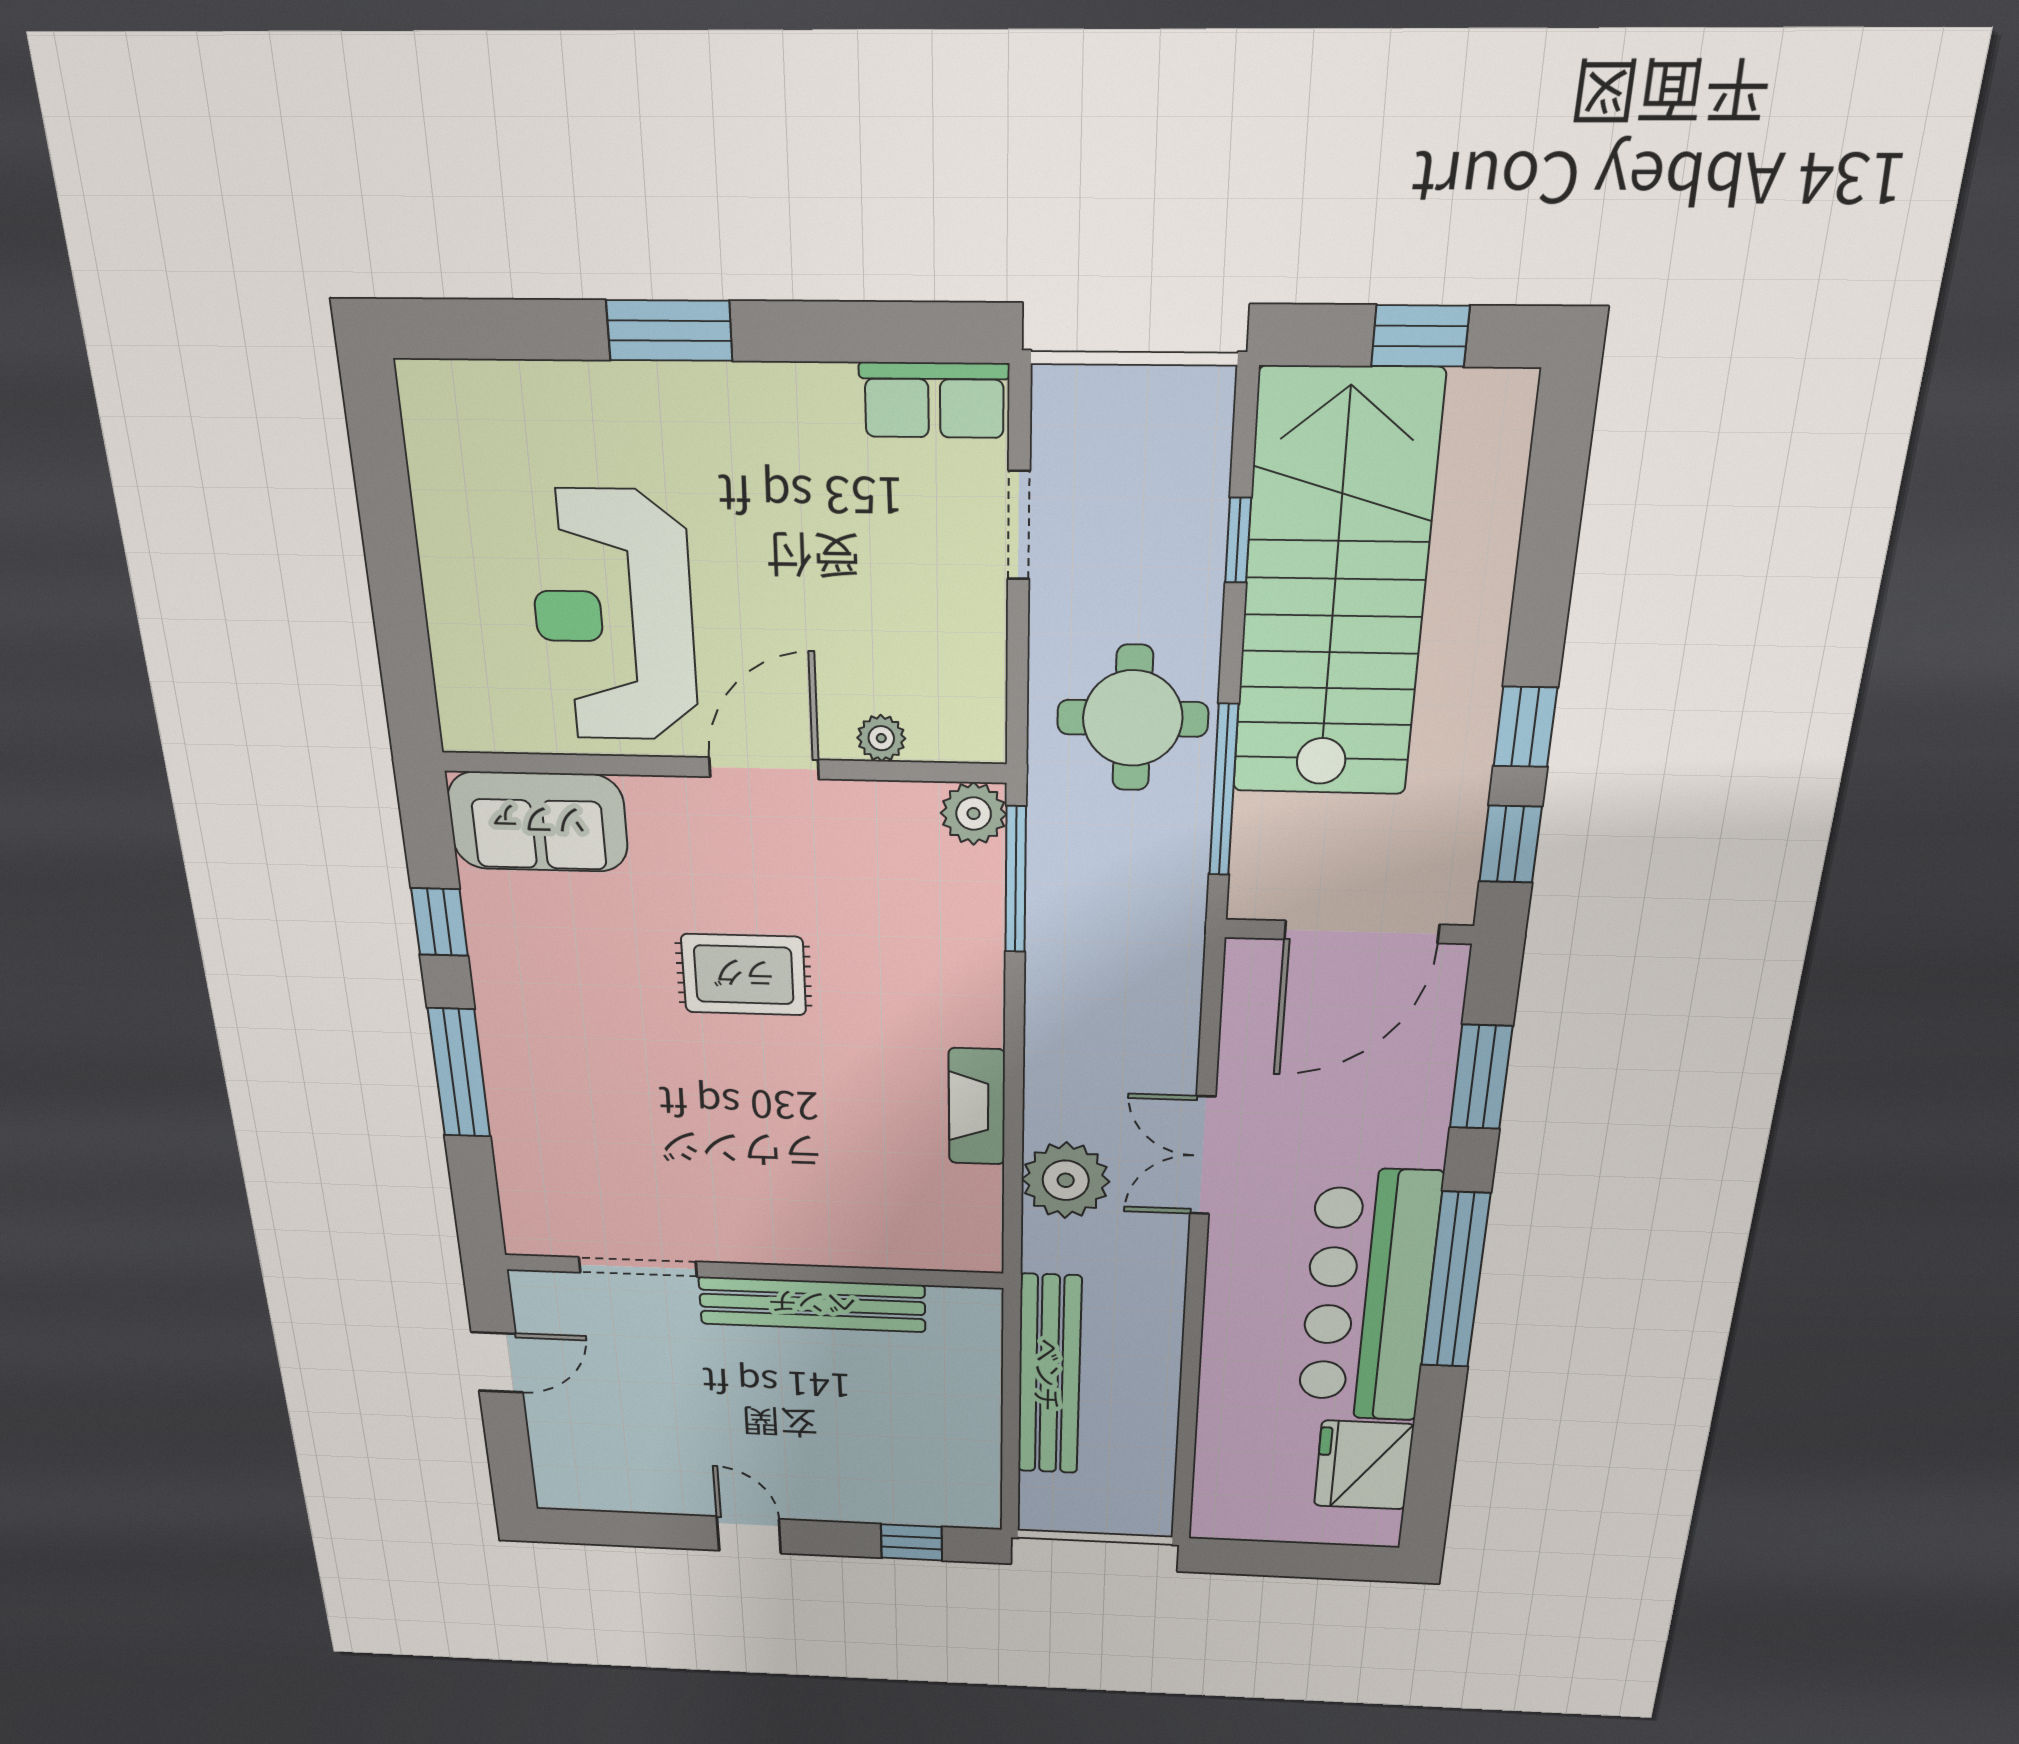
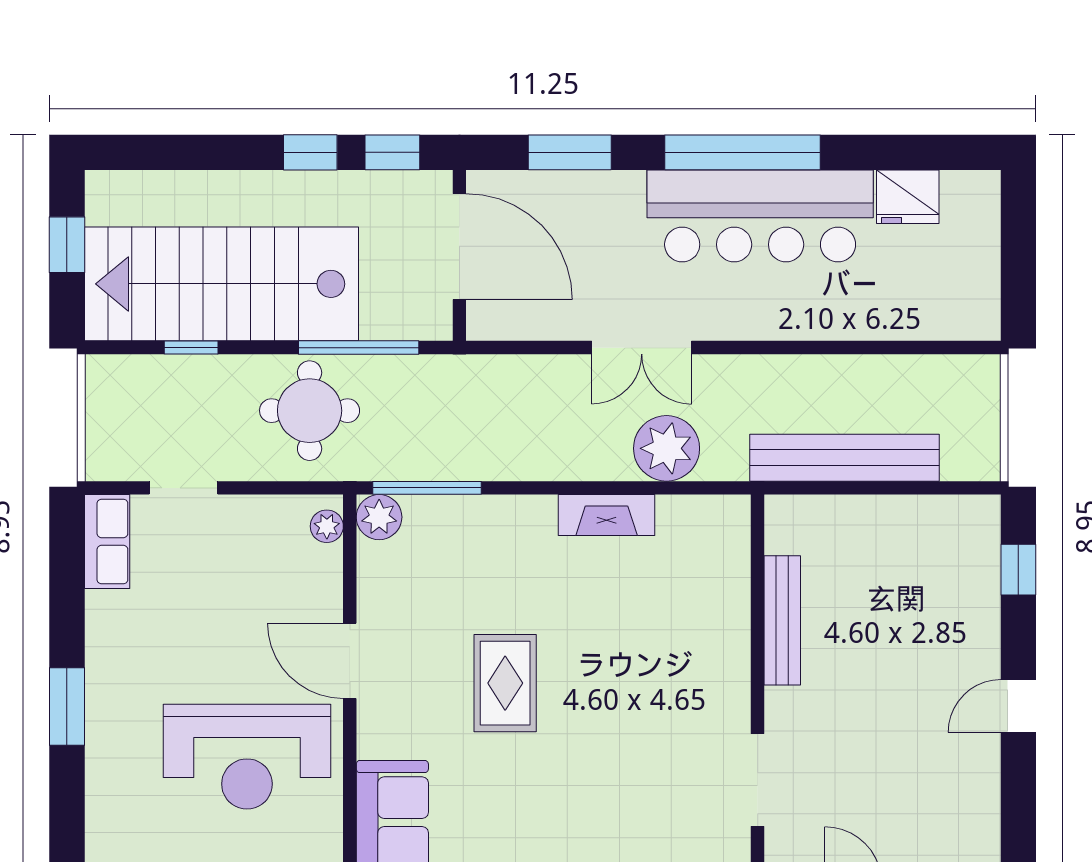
plant: (881, 738) -> (327, 526), moved
bench: (812, 1304) -> (782, 620), width x0.73, depth x0.82
fridge: (1364, 1465) -> (908, 197), width x0.73, depth x0.75

